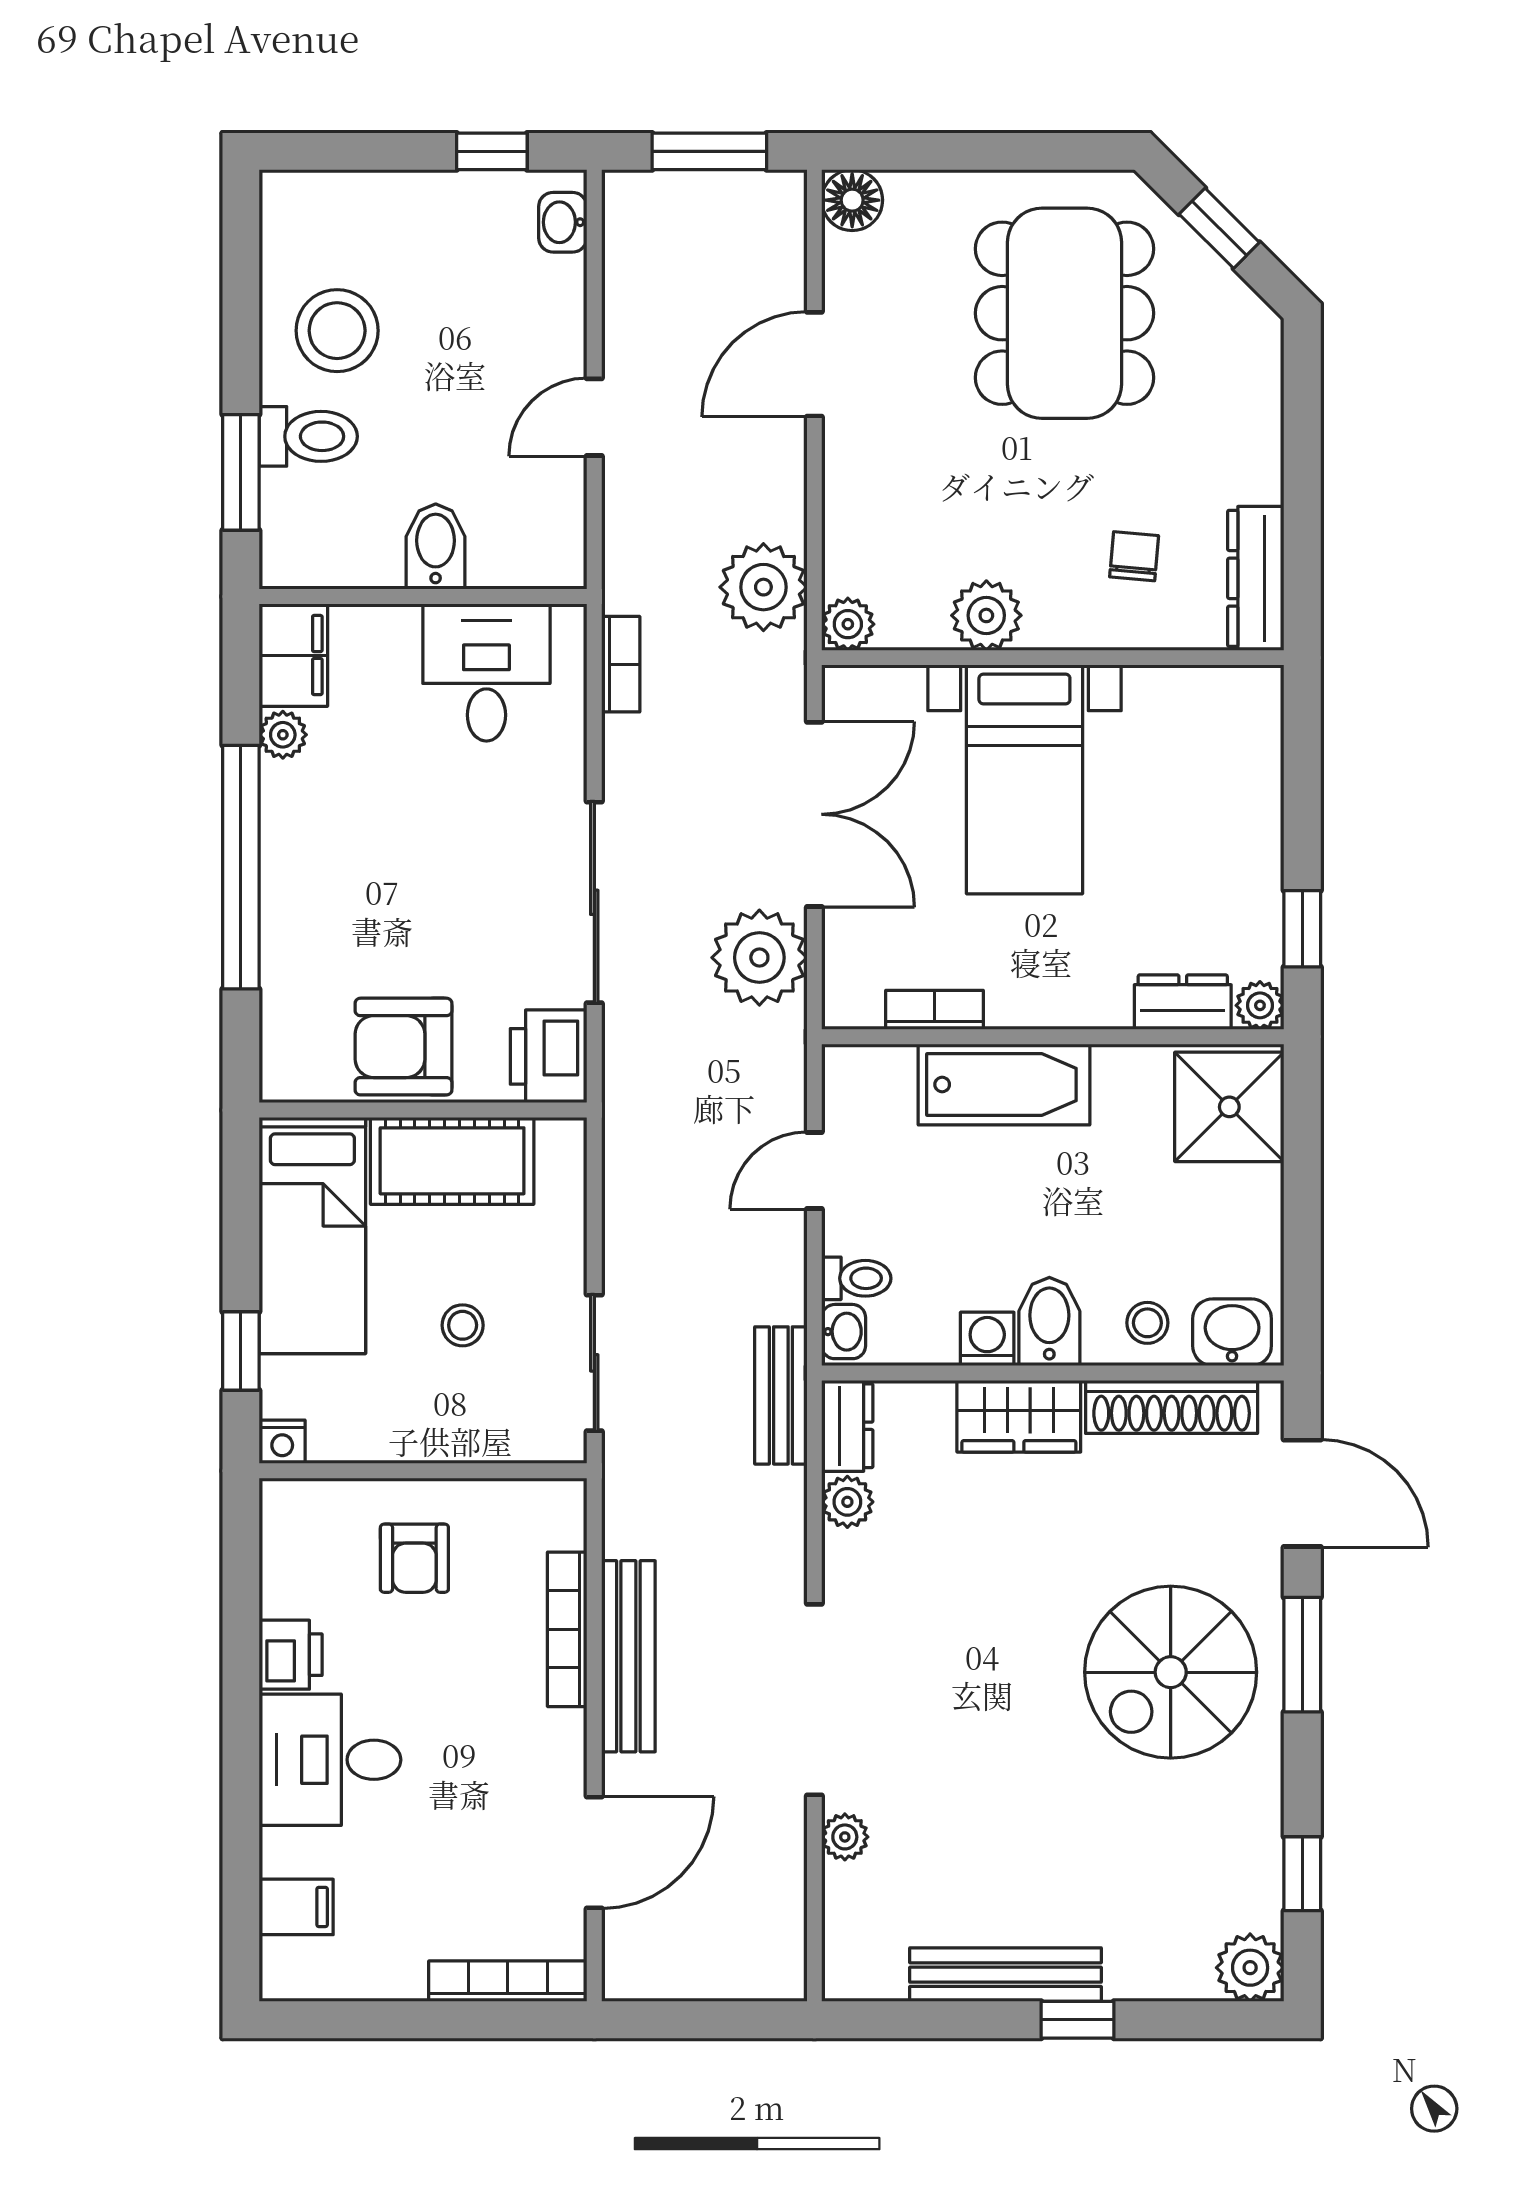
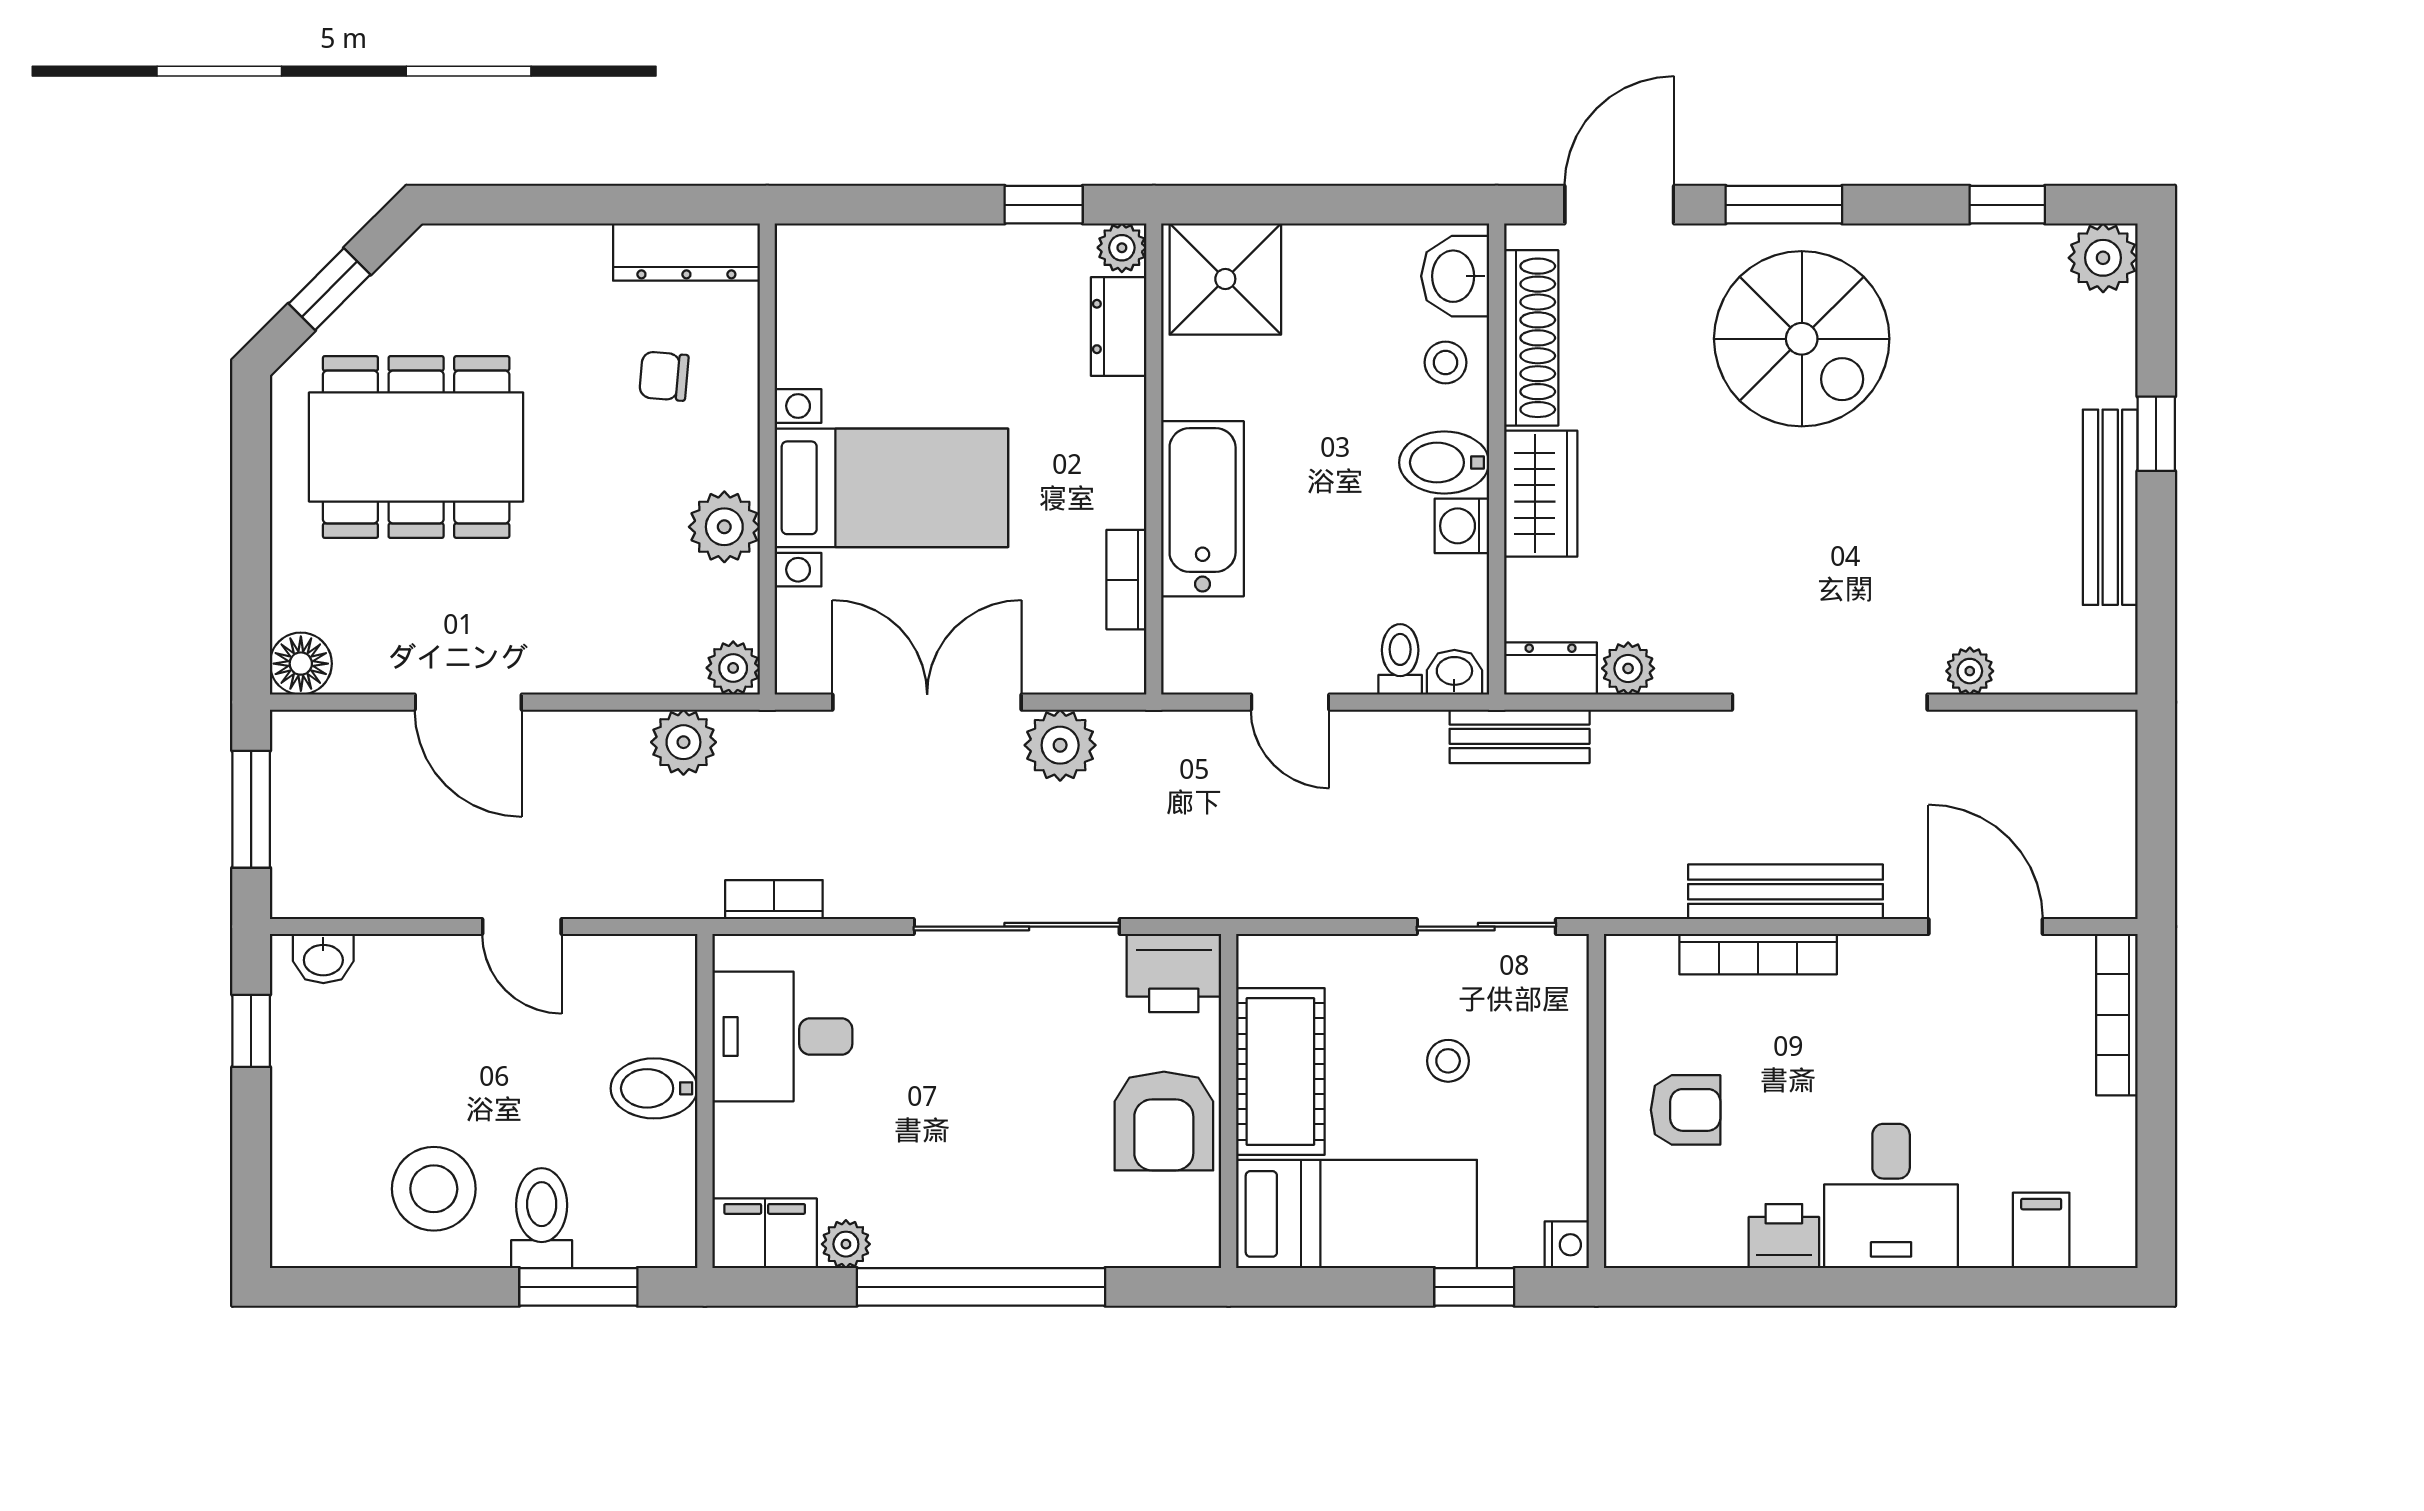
plant: (763, 587) -> (683, 742), width x0.73, depth x0.73
plant: (759, 958) -> (1060, 745), width x0.73, depth x0.73

